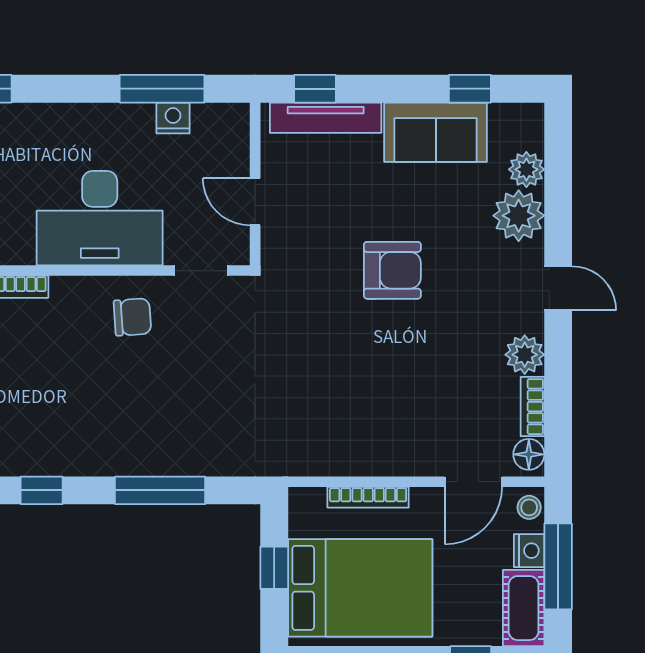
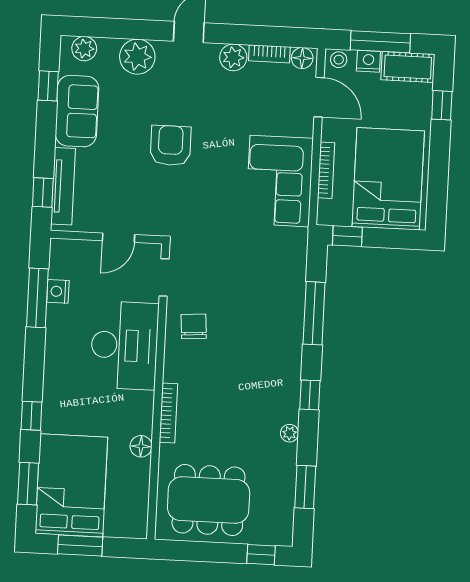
plant: (526, 169) -> (84, 49), moved
corner sofa: (349, 431) -> (279, 181), added
window: (274, 568) -> (347, 236), moved

